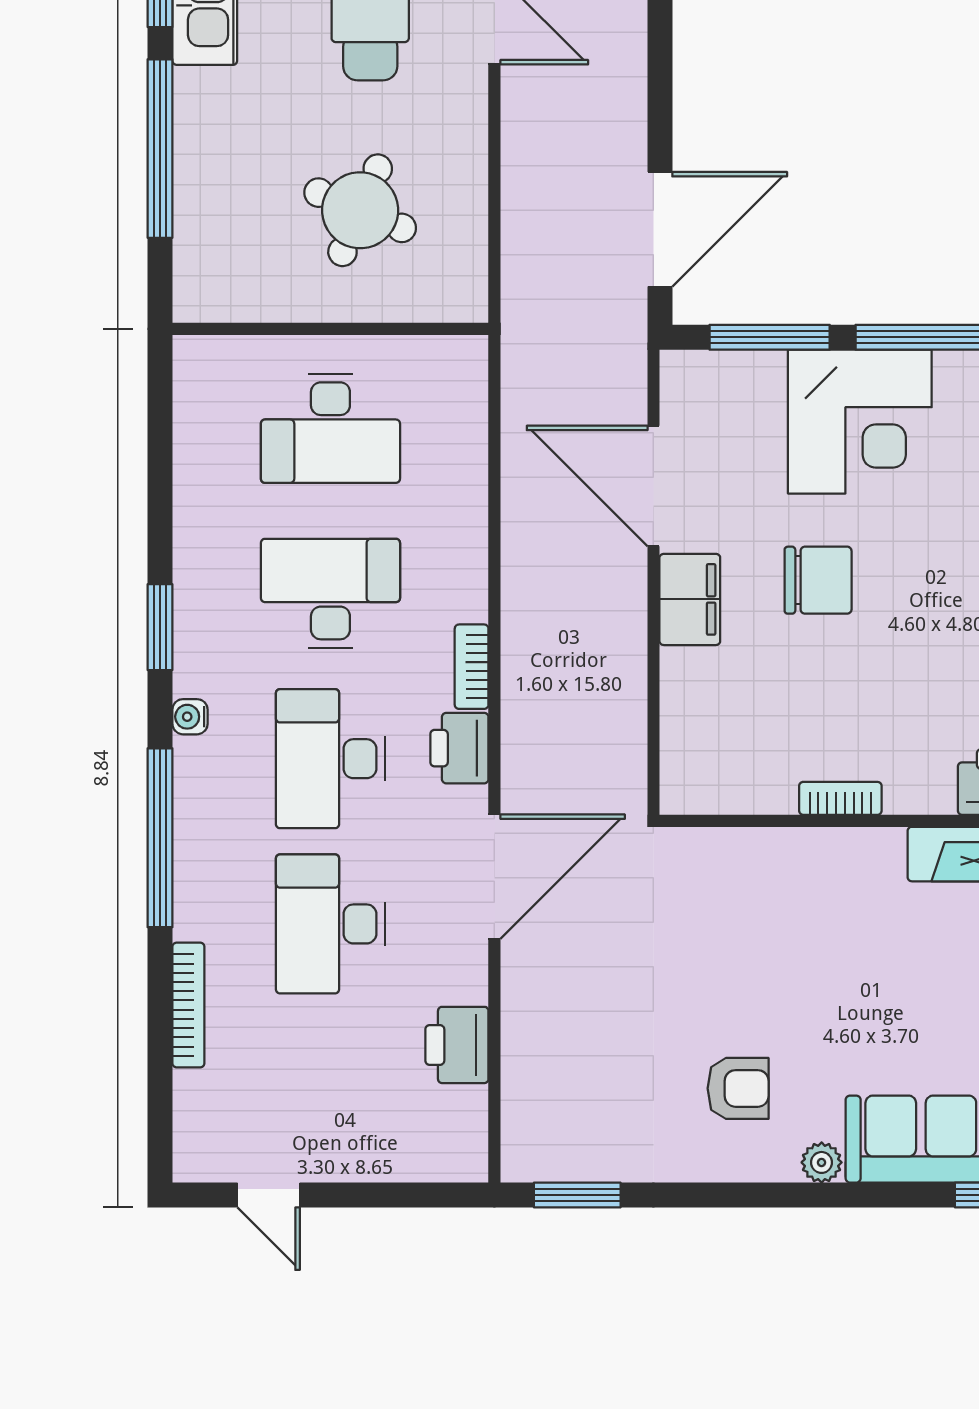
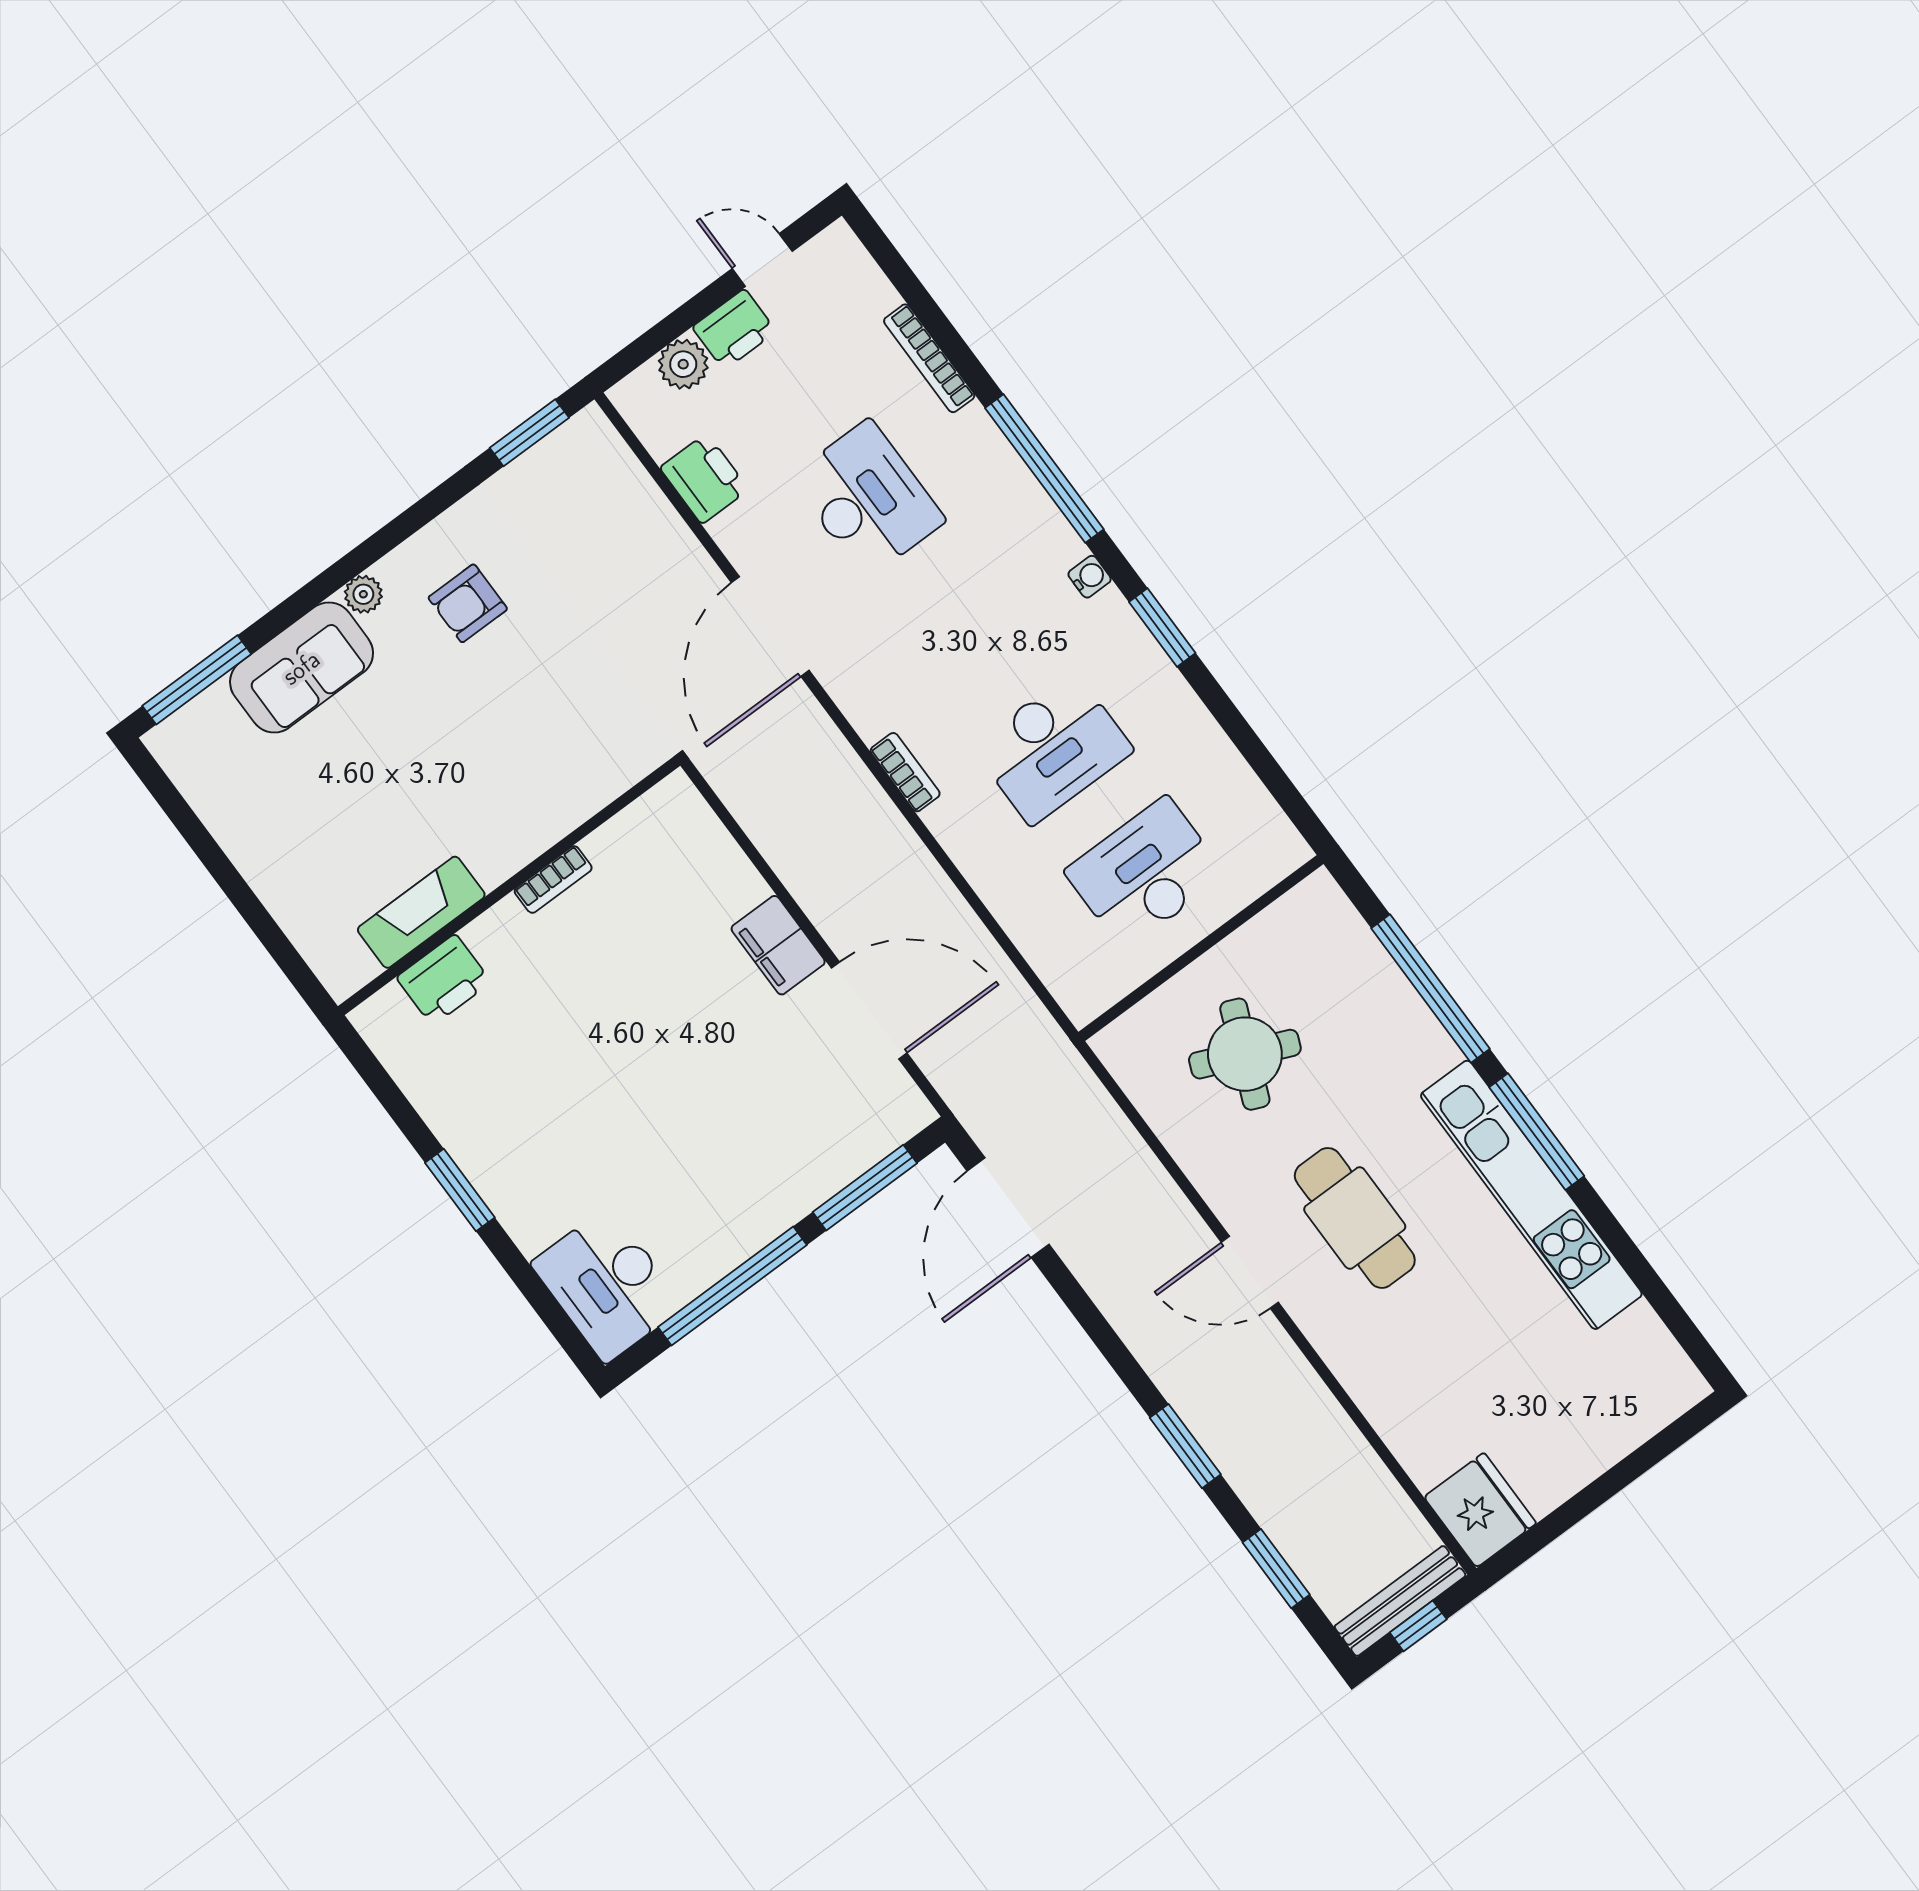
corner desk: (860, 422) -> (750, 1175), removed
chair: (818, 580) -> (692, 1032), removed
printer: (459, 748) -> (734, 329), moved, turned 90
desk: (330, 759) -> (960, 624), removed
plant: (402, 1156) -> (683, 364), added

